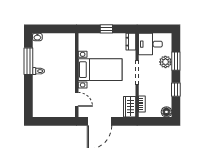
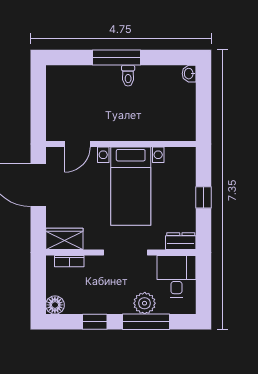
window: (28, 61) -> (117, 58), moved
window: (176, 61) -> (146, 322), width x1.44

